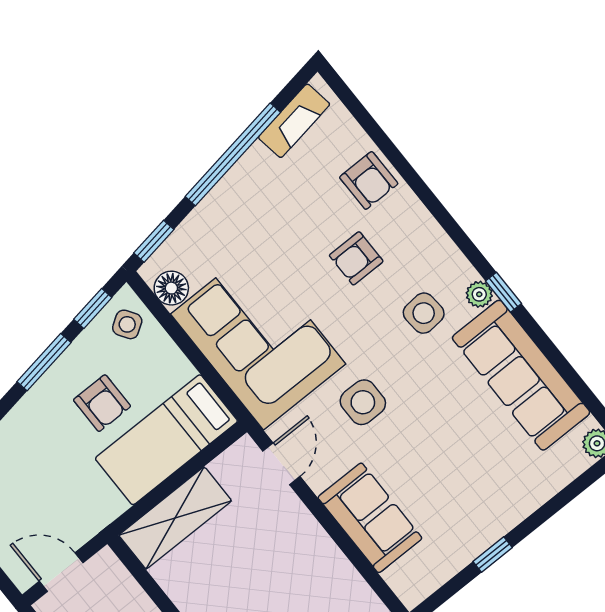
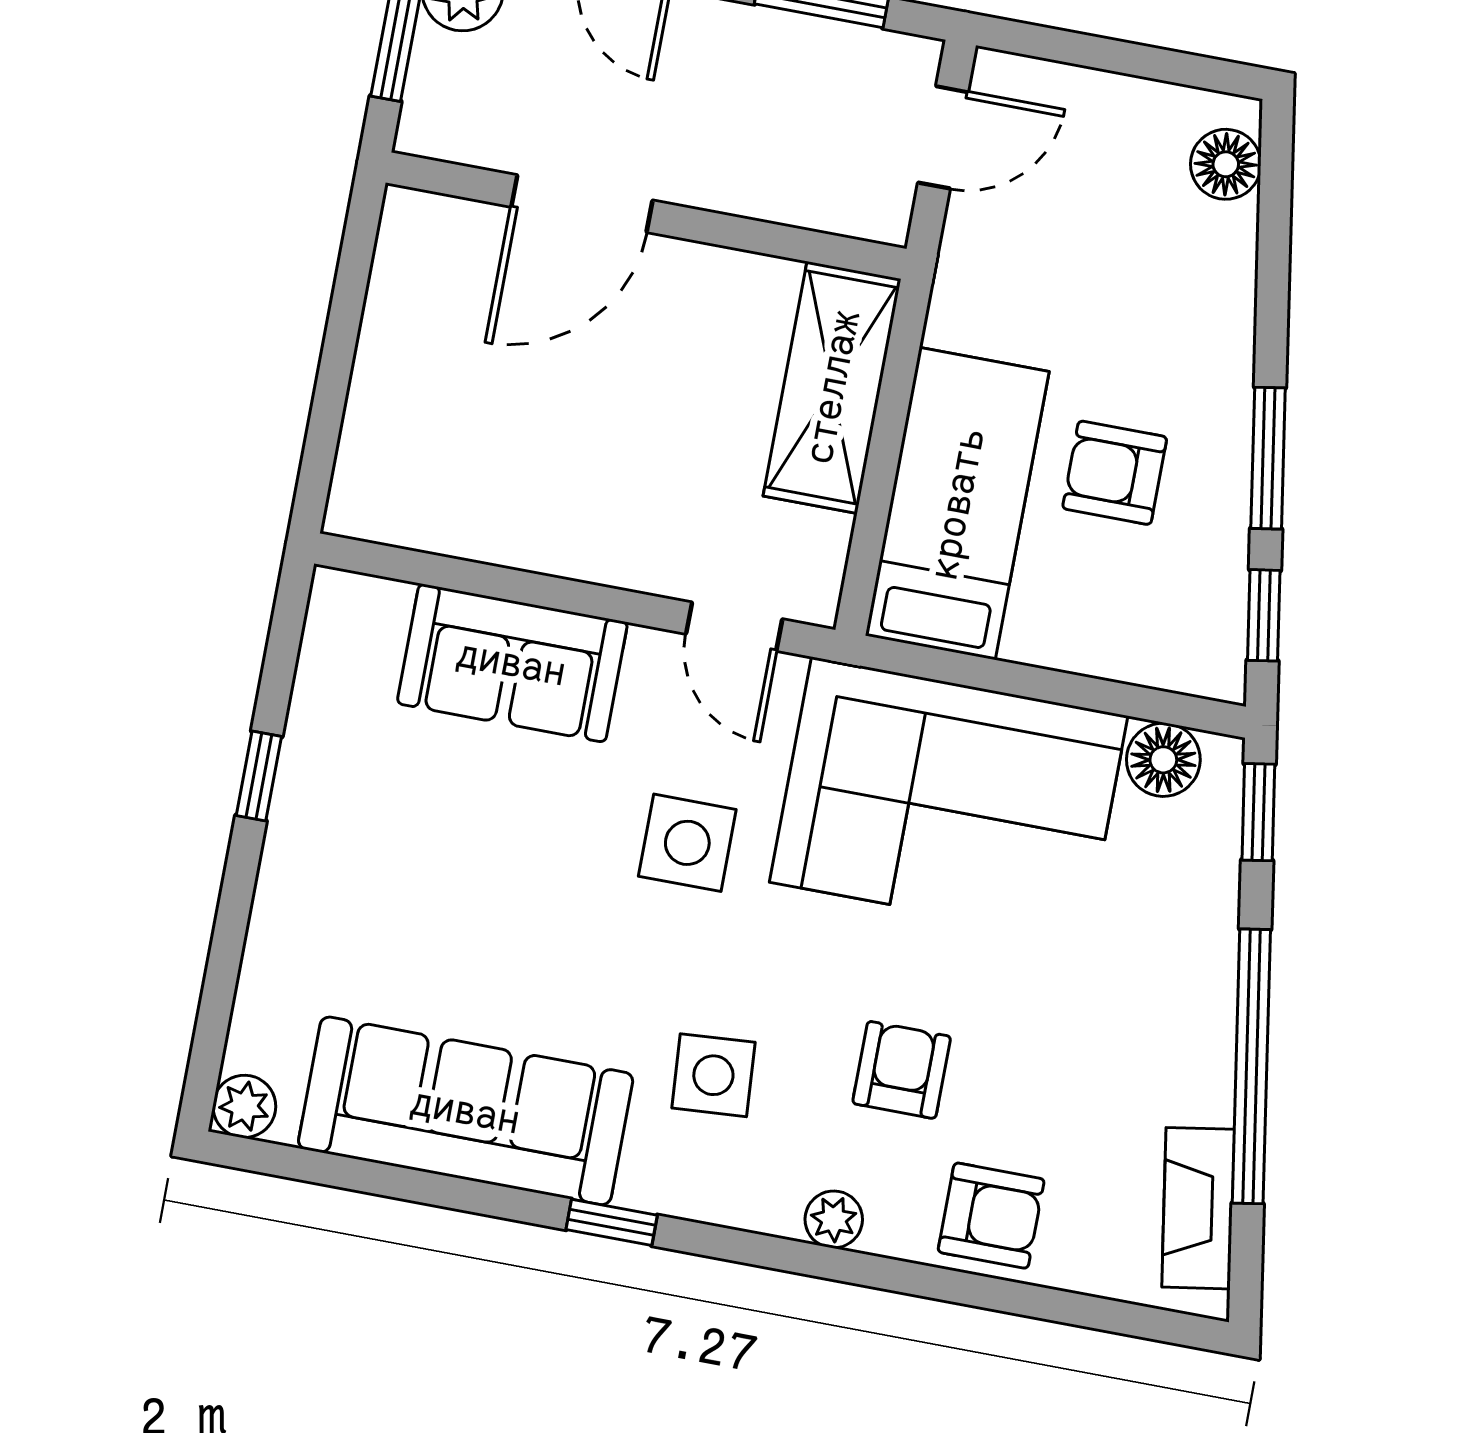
armchair: (369, 180) -> (991, 1216), turned 180
plant: (479, 294) -> (834, 1219), moved
side table: (127, 324) -> (1185, 638), removed

